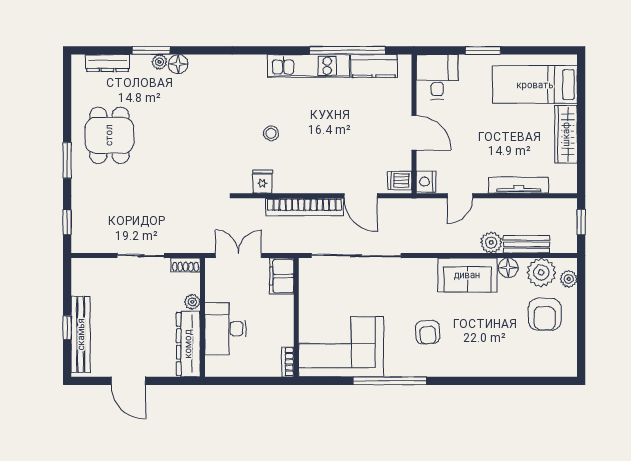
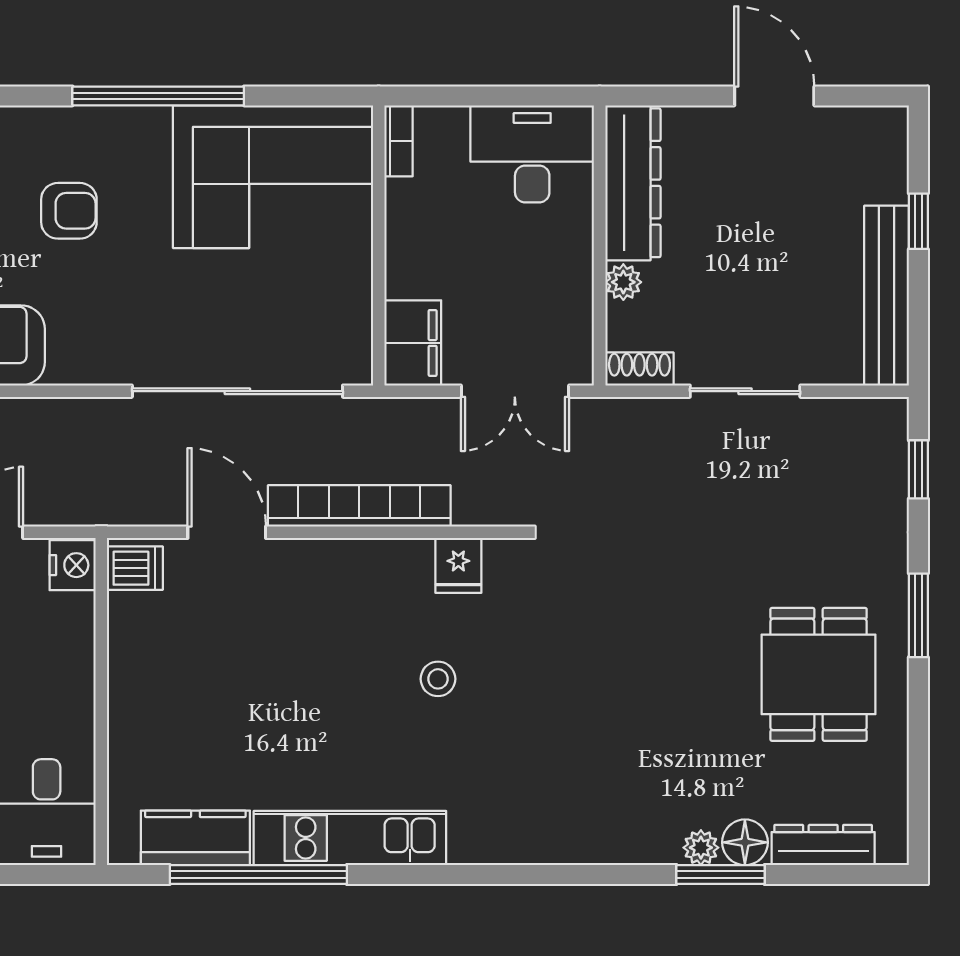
floor lamp: (178, 64) -> (745, 842), moved
door: (414, 133) -> (101, 680), removed
desk: (225, 329) -> (532, 154), moved, turned -90
armchair: (428, 332) -> (69, 211), turned 94
bench: (81, 334) -> (887, 296), moved

